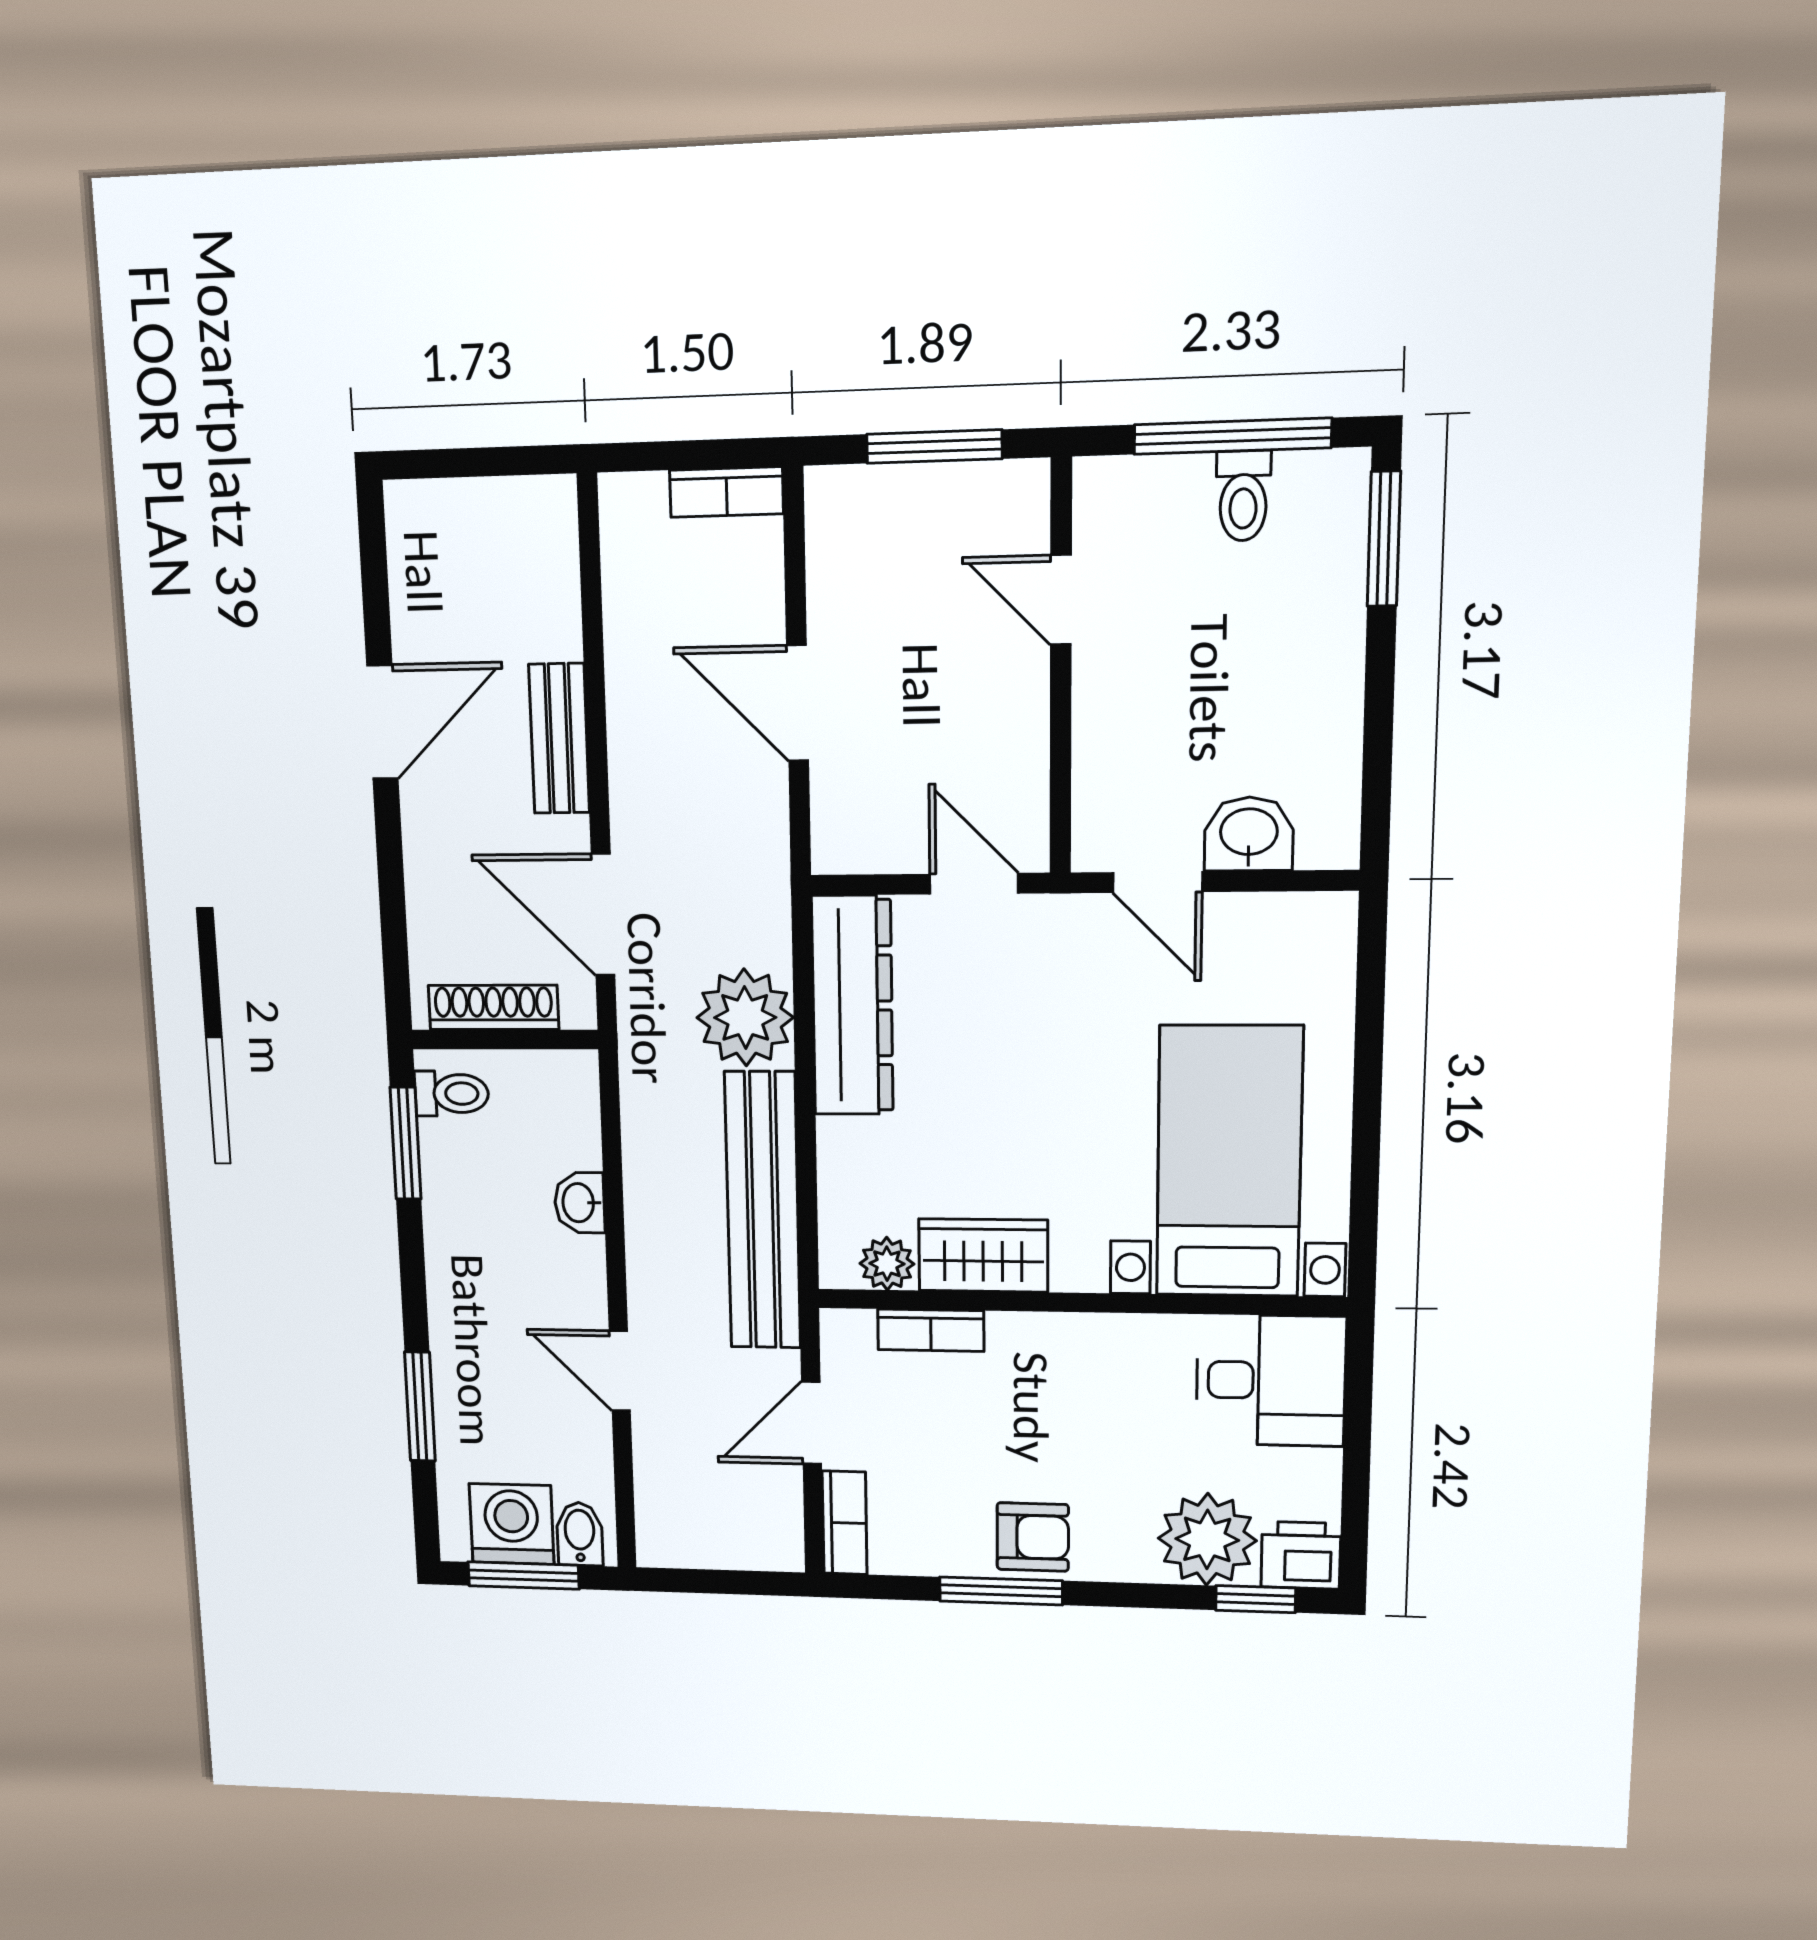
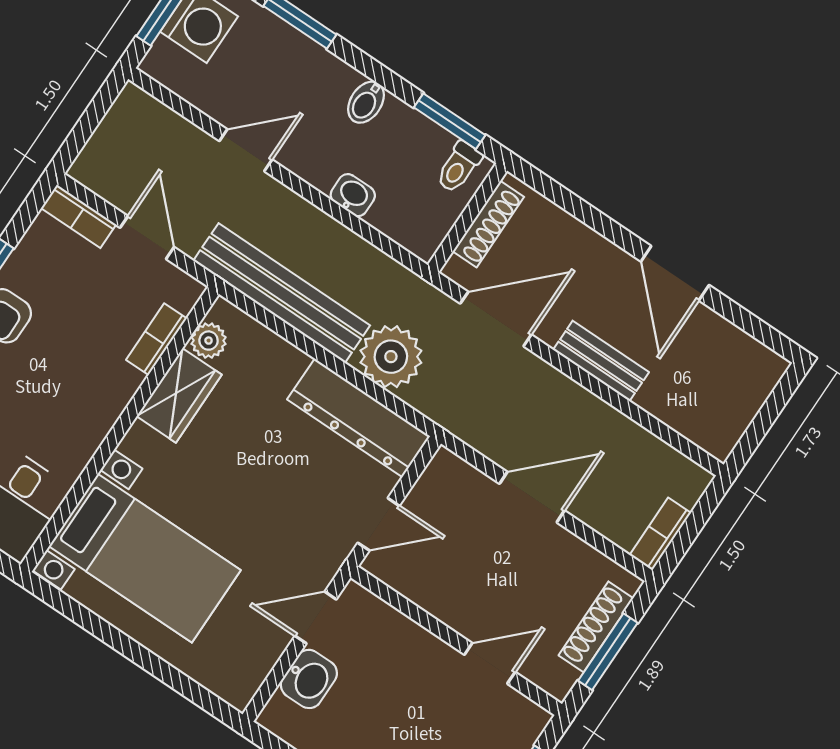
shoe rack: (911, 488) -> (596, 627), added
bidet: (580, 1534) -> (366, 102), moved, turned 90

